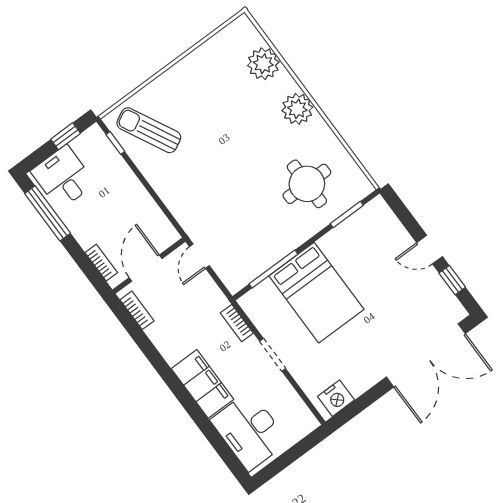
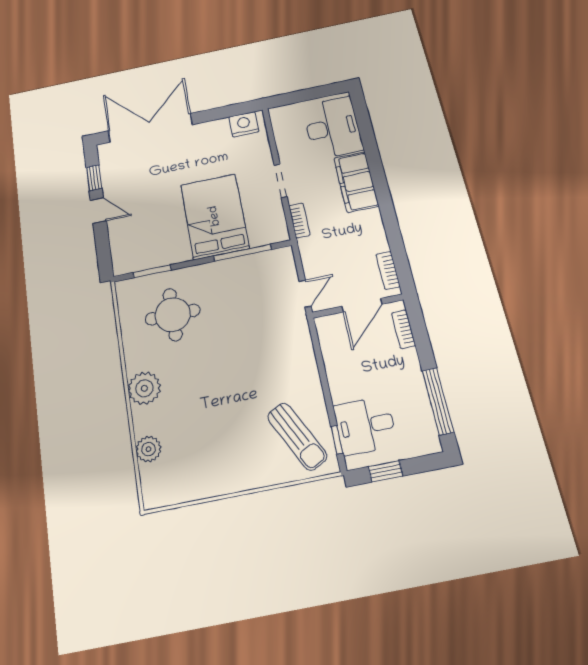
plant: (263, 64) -> (148, 449), width x0.73, depth x0.73
desk: (63, 177) -> (365, 426), moved, turned 90

